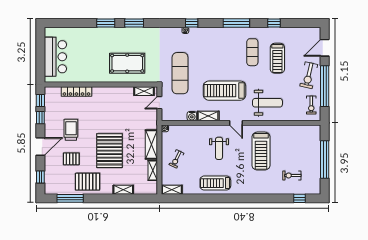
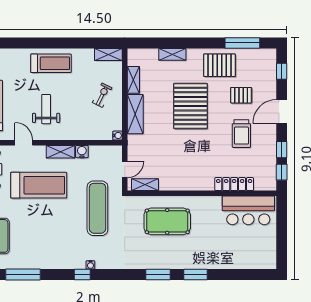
bar counter: (55, 57) -> (248, 210), moved, turned -90

